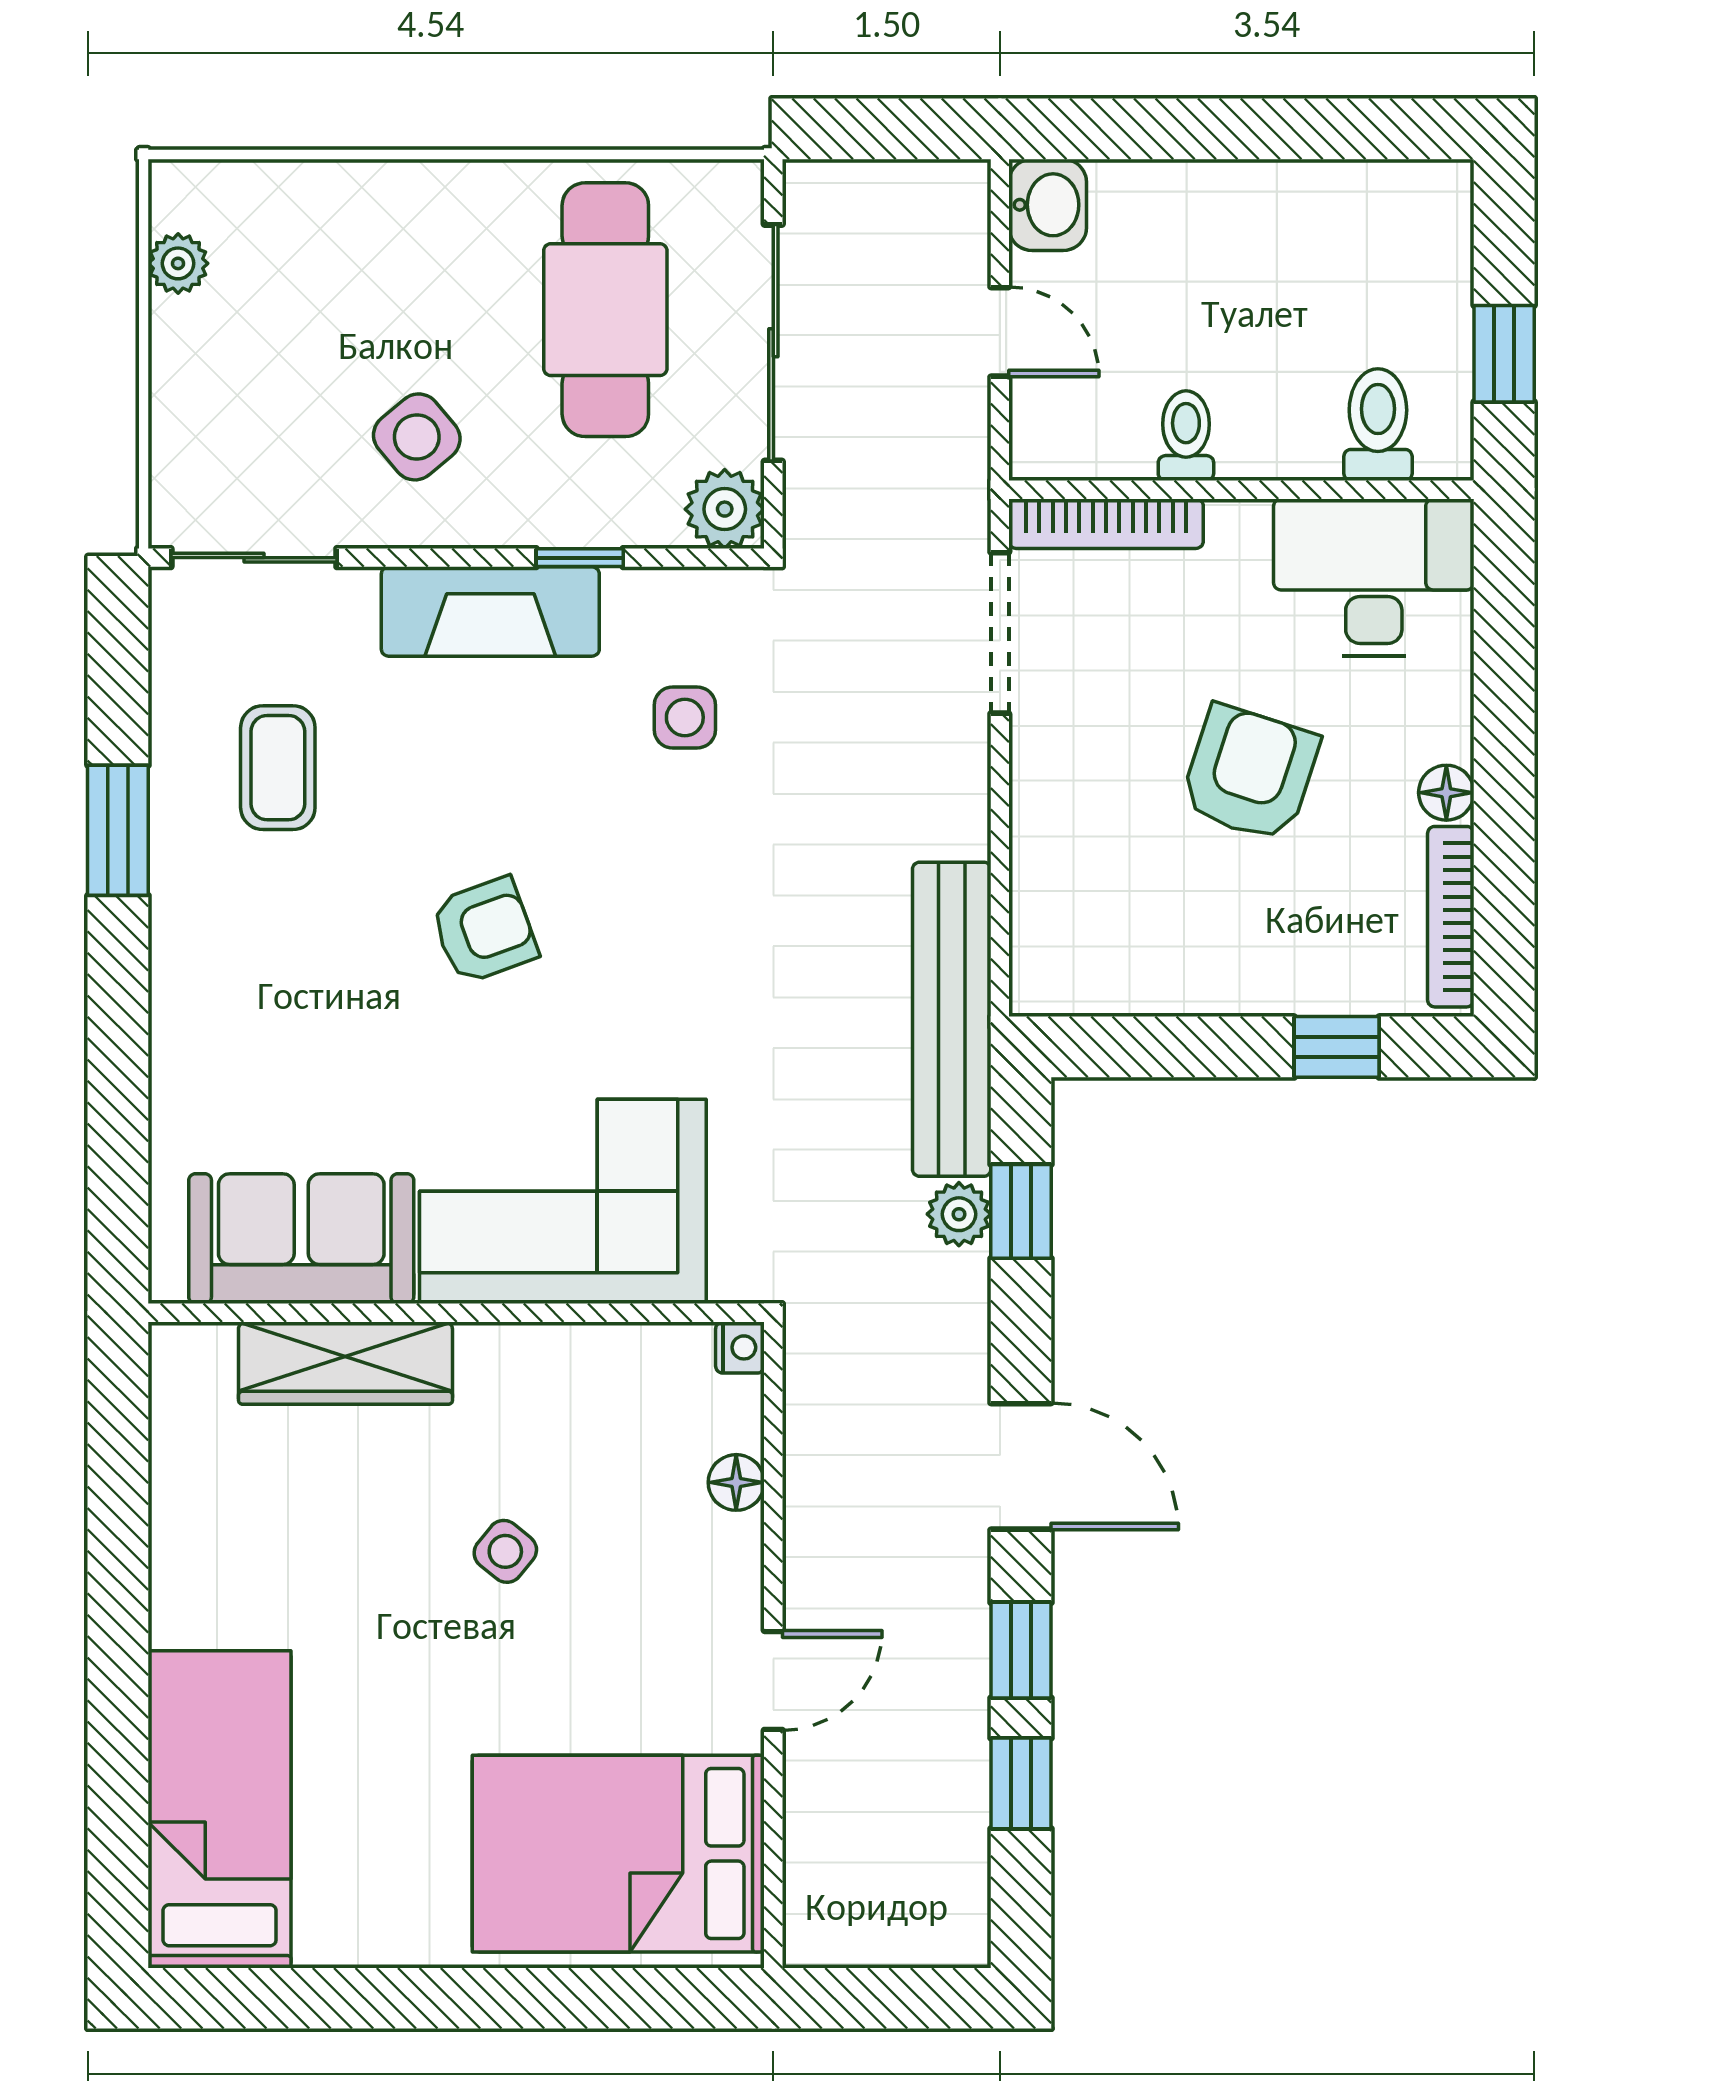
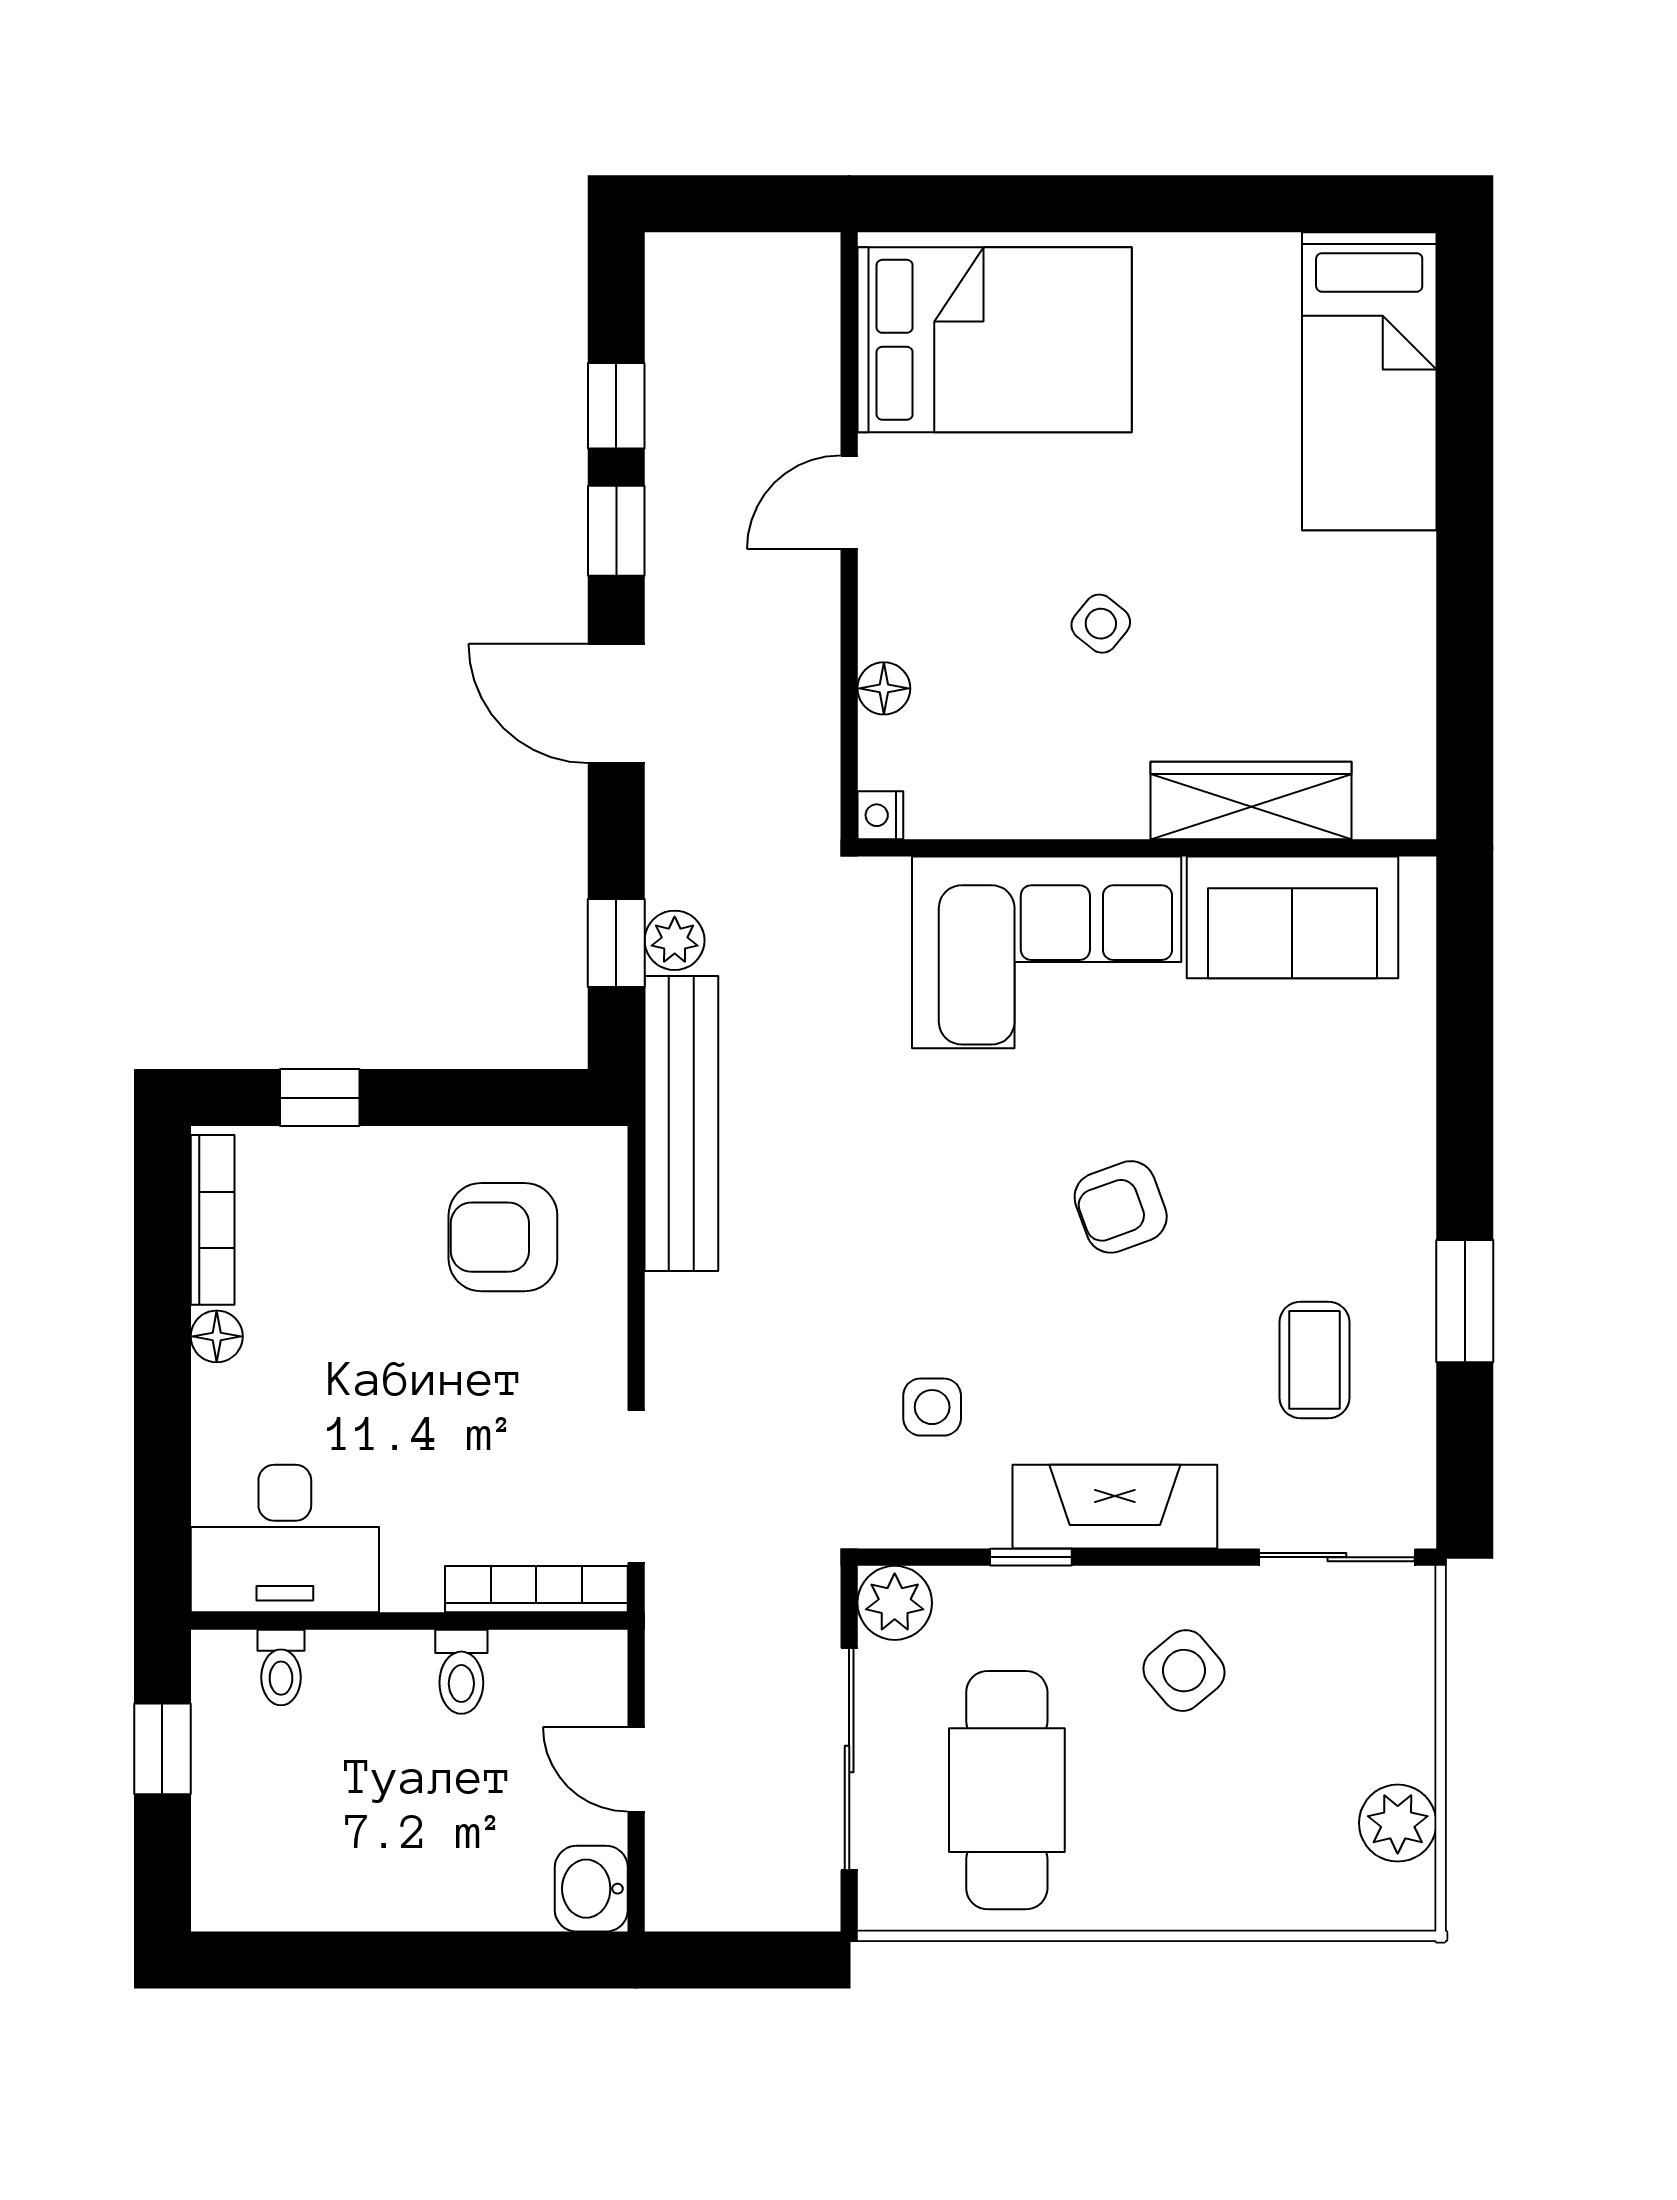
plant: (178, 263) -> (1398, 1823), width x1.38, depth x1.38
toilet: (1378, 425) -> (281, 1667), width x0.73, depth x0.72
armchair: (1250, 773) -> (503, 1237), moved, turned 72

